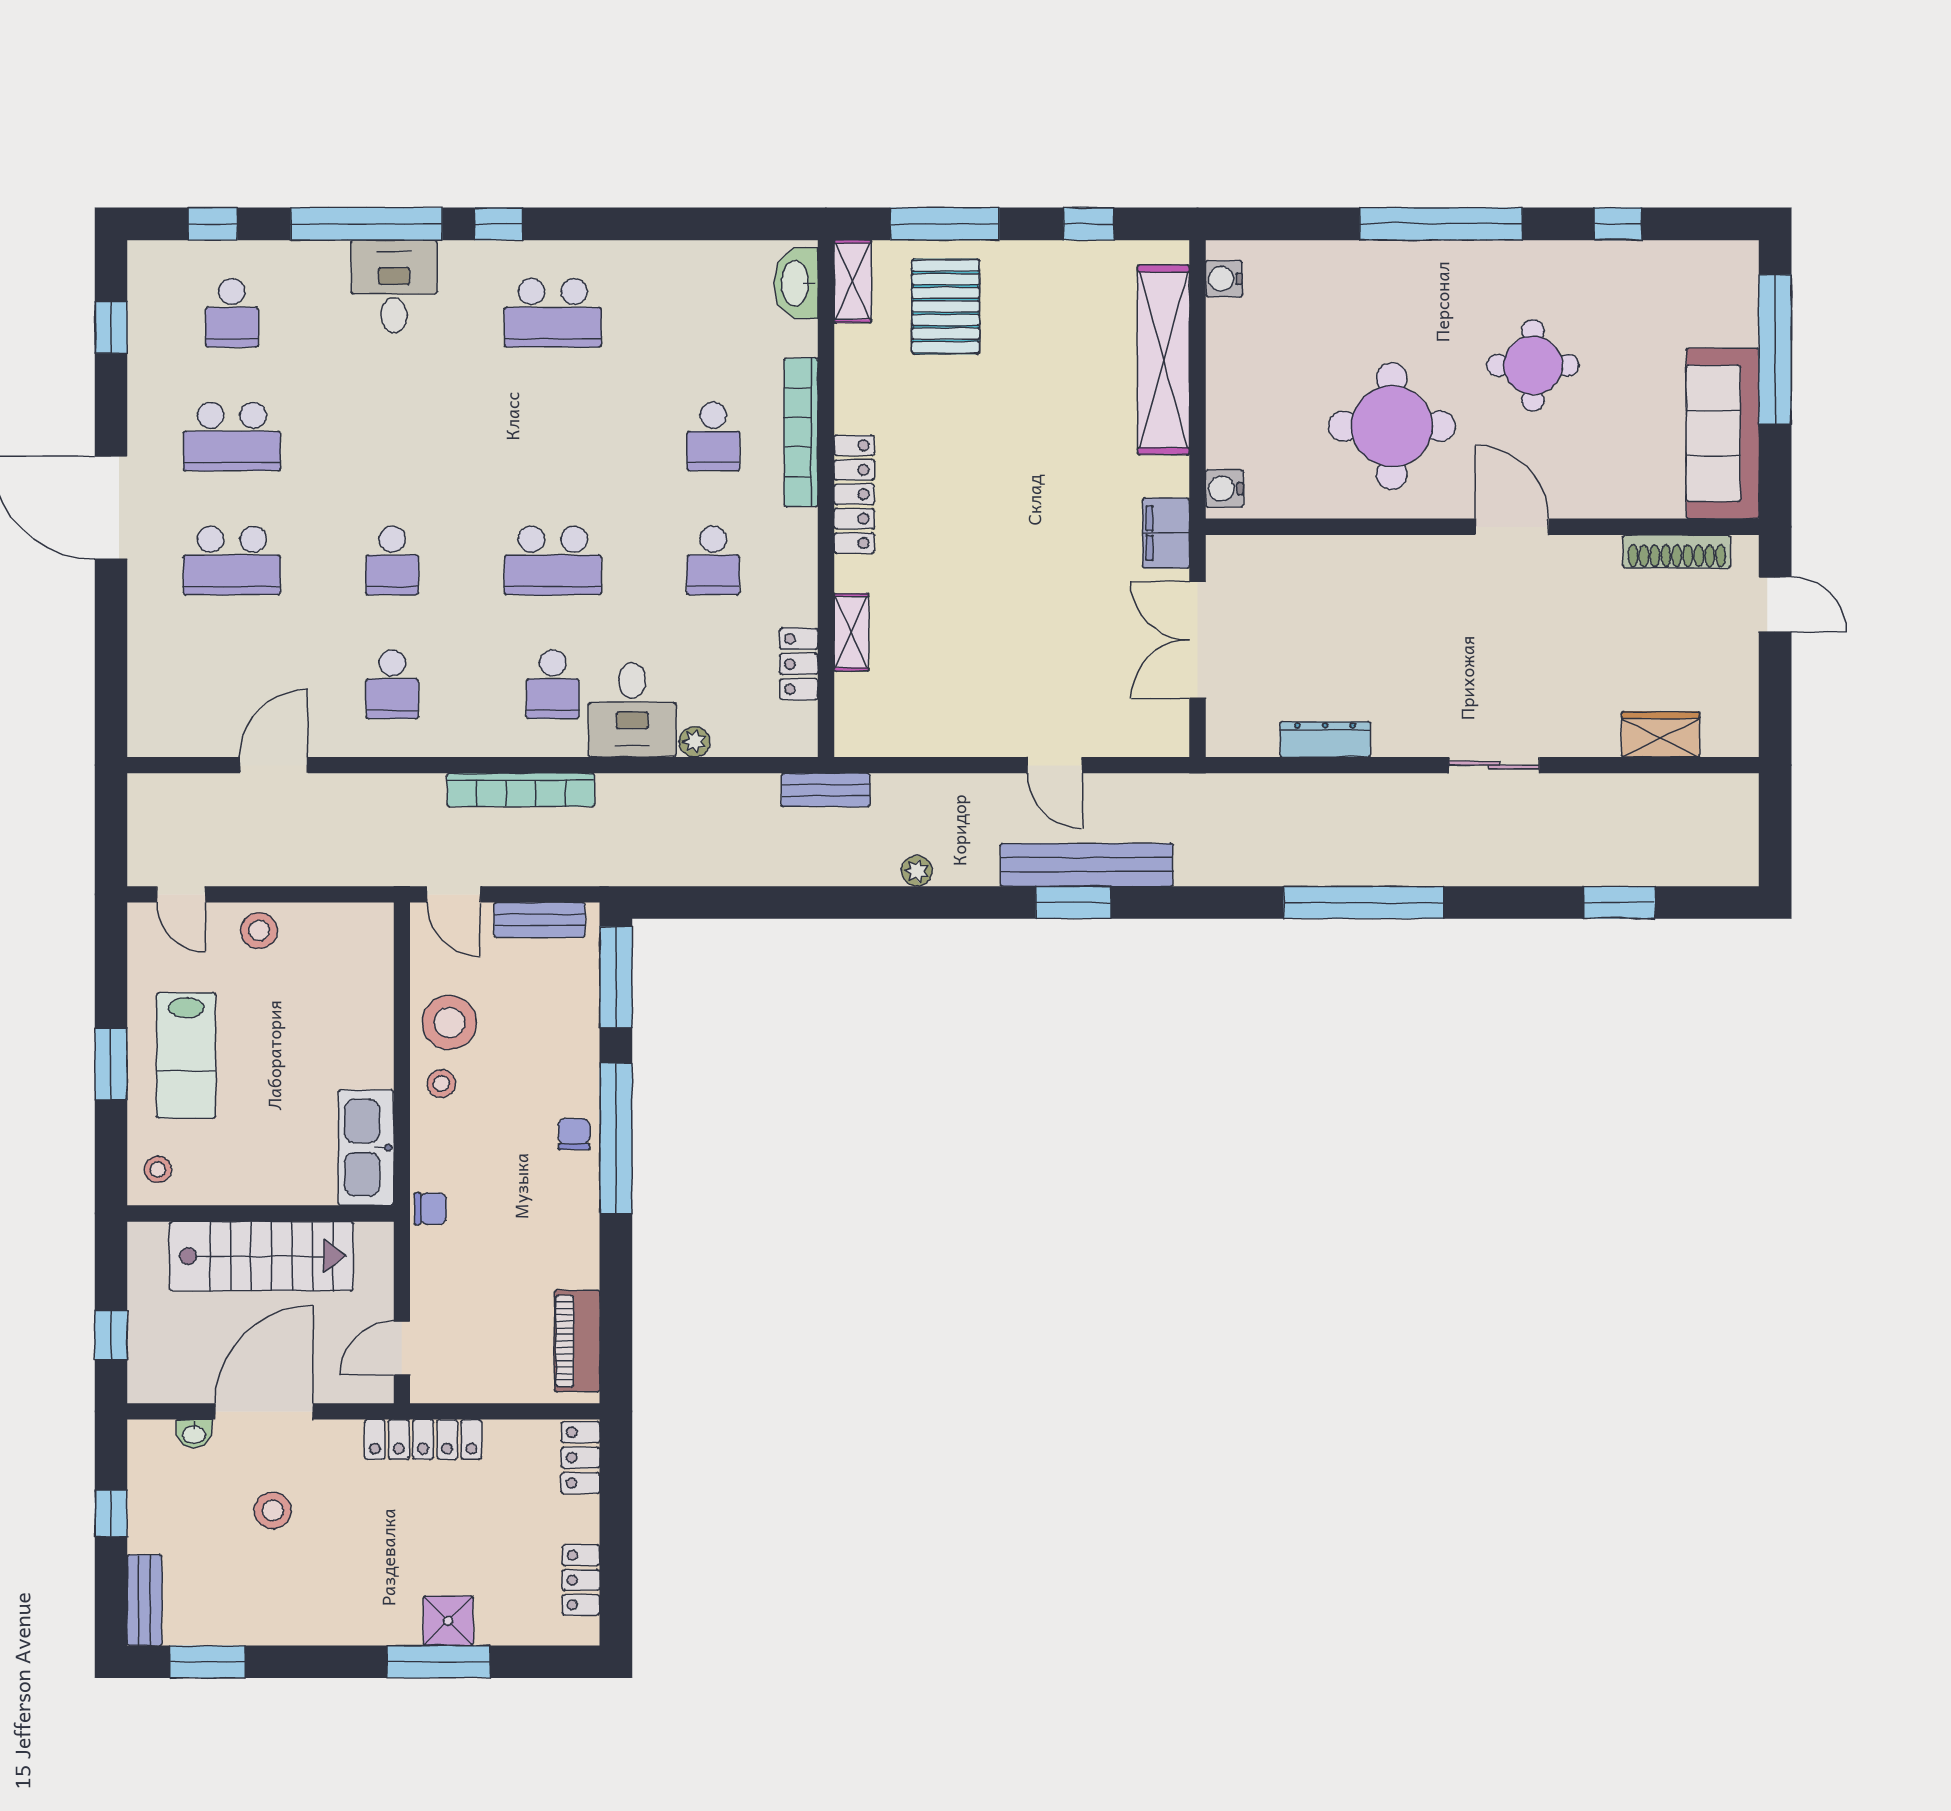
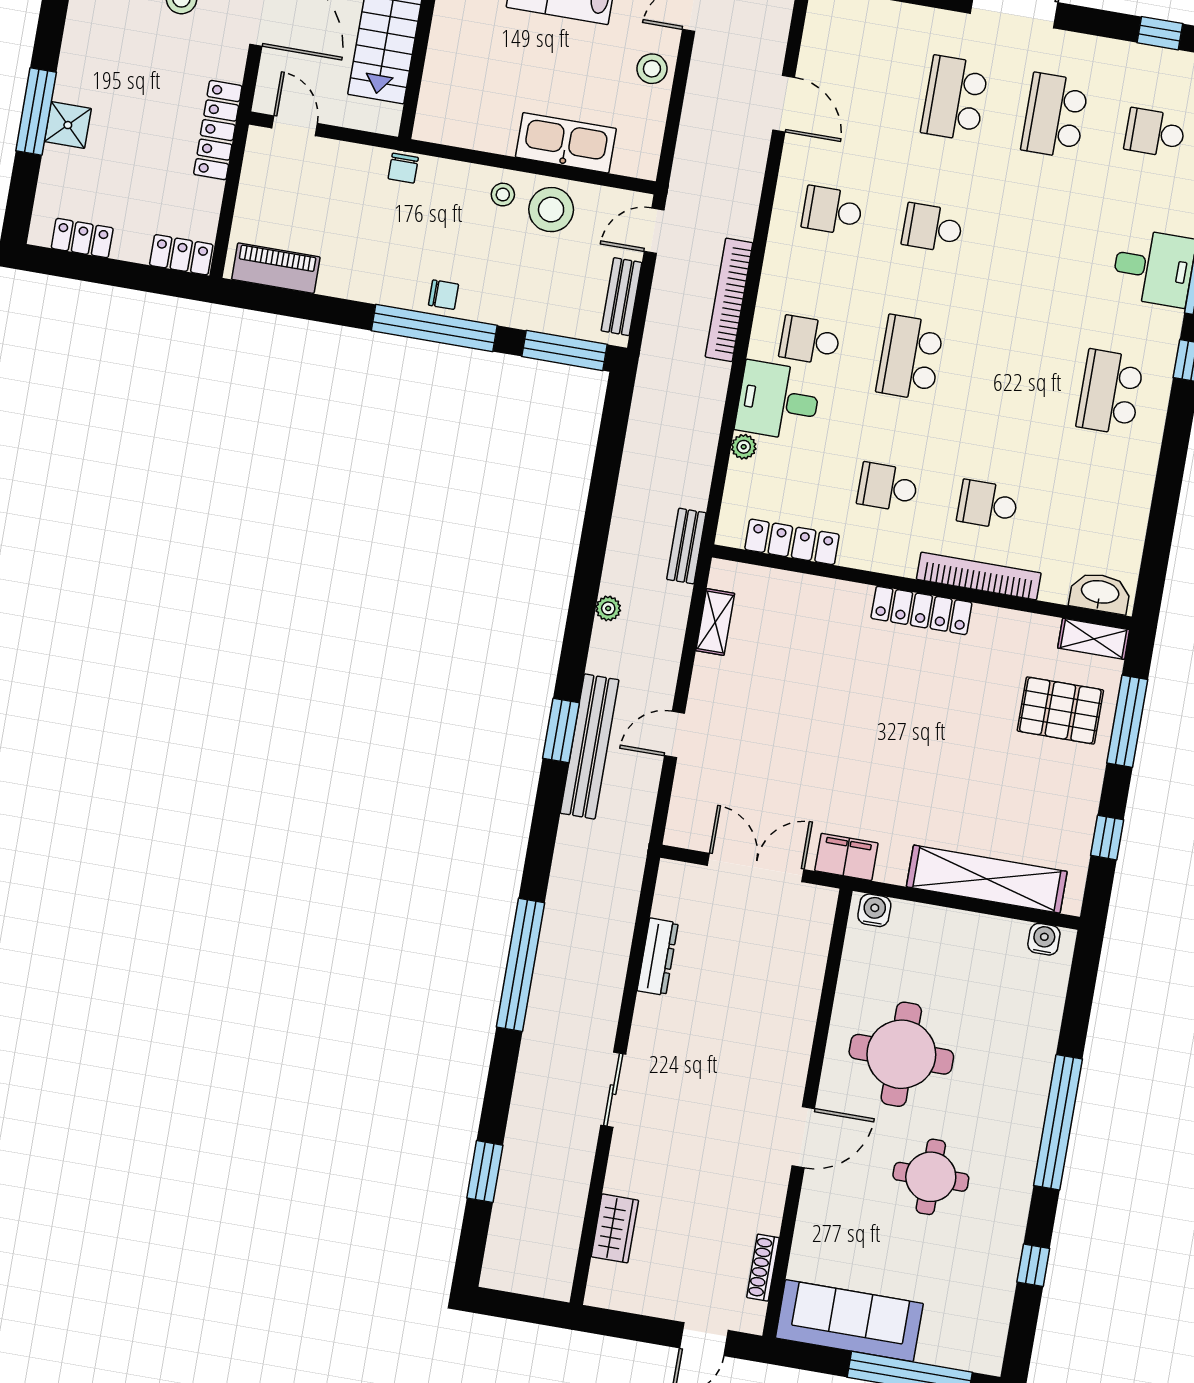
shoe rack: (1677, 551) -> (763, 1268), width x0.74, depth x0.81
shelving: (851, 632) -> (715, 622), moved, turned 90
locker: (799, 664) -> (792, 542), width x1.53
kitchen sink: (366, 1148) -> (566, 143), moved

